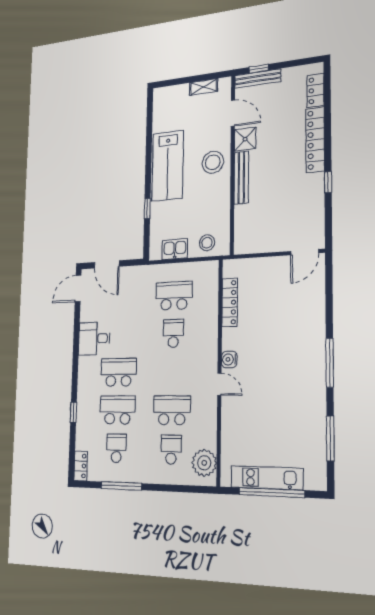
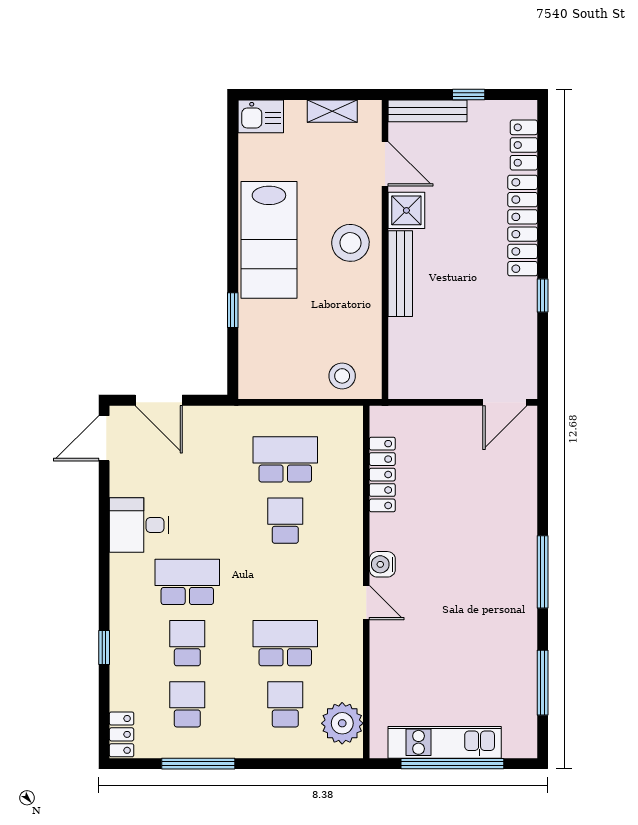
window: (259, 69) -> (469, 95), moved
kitchen sink: (175, 249) -> (261, 116), moved, turned 180
school desk: (117, 410) -> (187, 643), width x0.54

